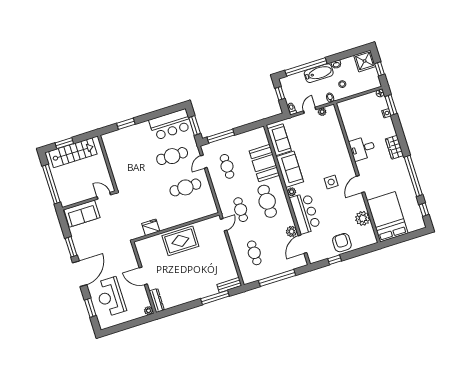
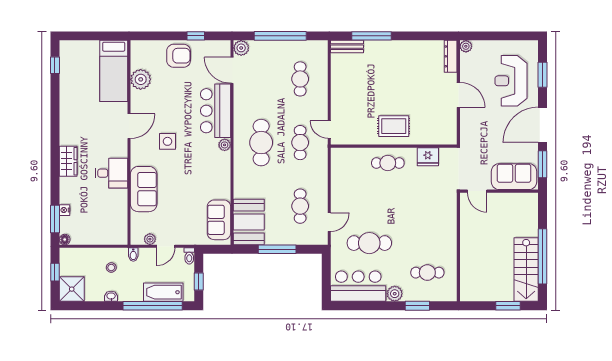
bathtub: (319, 73) -> (163, 292), moved
window: (195, 126) -> (326, 274), removed
plant: (144, 127) -> (395, 294), added
window: (221, 136) -> (277, 249), moved
cafe table: (126, 148) -> (427, 273), added
stairs: (73, 153) -> (526, 269), moved, turned -90
booth: (264, 163) -> (249, 222), moved
sofa: (290, 169) -> (144, 189), moved, turned 180
window: (413, 176) -> (55, 115), removed
cafe table: (185, 187) -> (388, 163), moved, width x0.73, depth x0.74
door: (104, 196) -> (477, 191), moved
wall: (89, 200) -> (499, 191), moved
sofa: (82, 214) -> (514, 177), moved
bed: (387, 217) -> (114, 71), width x0.67
door: (224, 225) -> (329, 130), hinge flipped
plant: (292, 231) -> (241, 48), moved
rug: (180, 241) -> (394, 126), width x0.73, depth x0.70
armchair: (342, 243) -> (179, 56), turned -90
door: (302, 244) -> (232, 70), swing flipped
reception desk: (110, 297) -> (511, 81), turned 180

